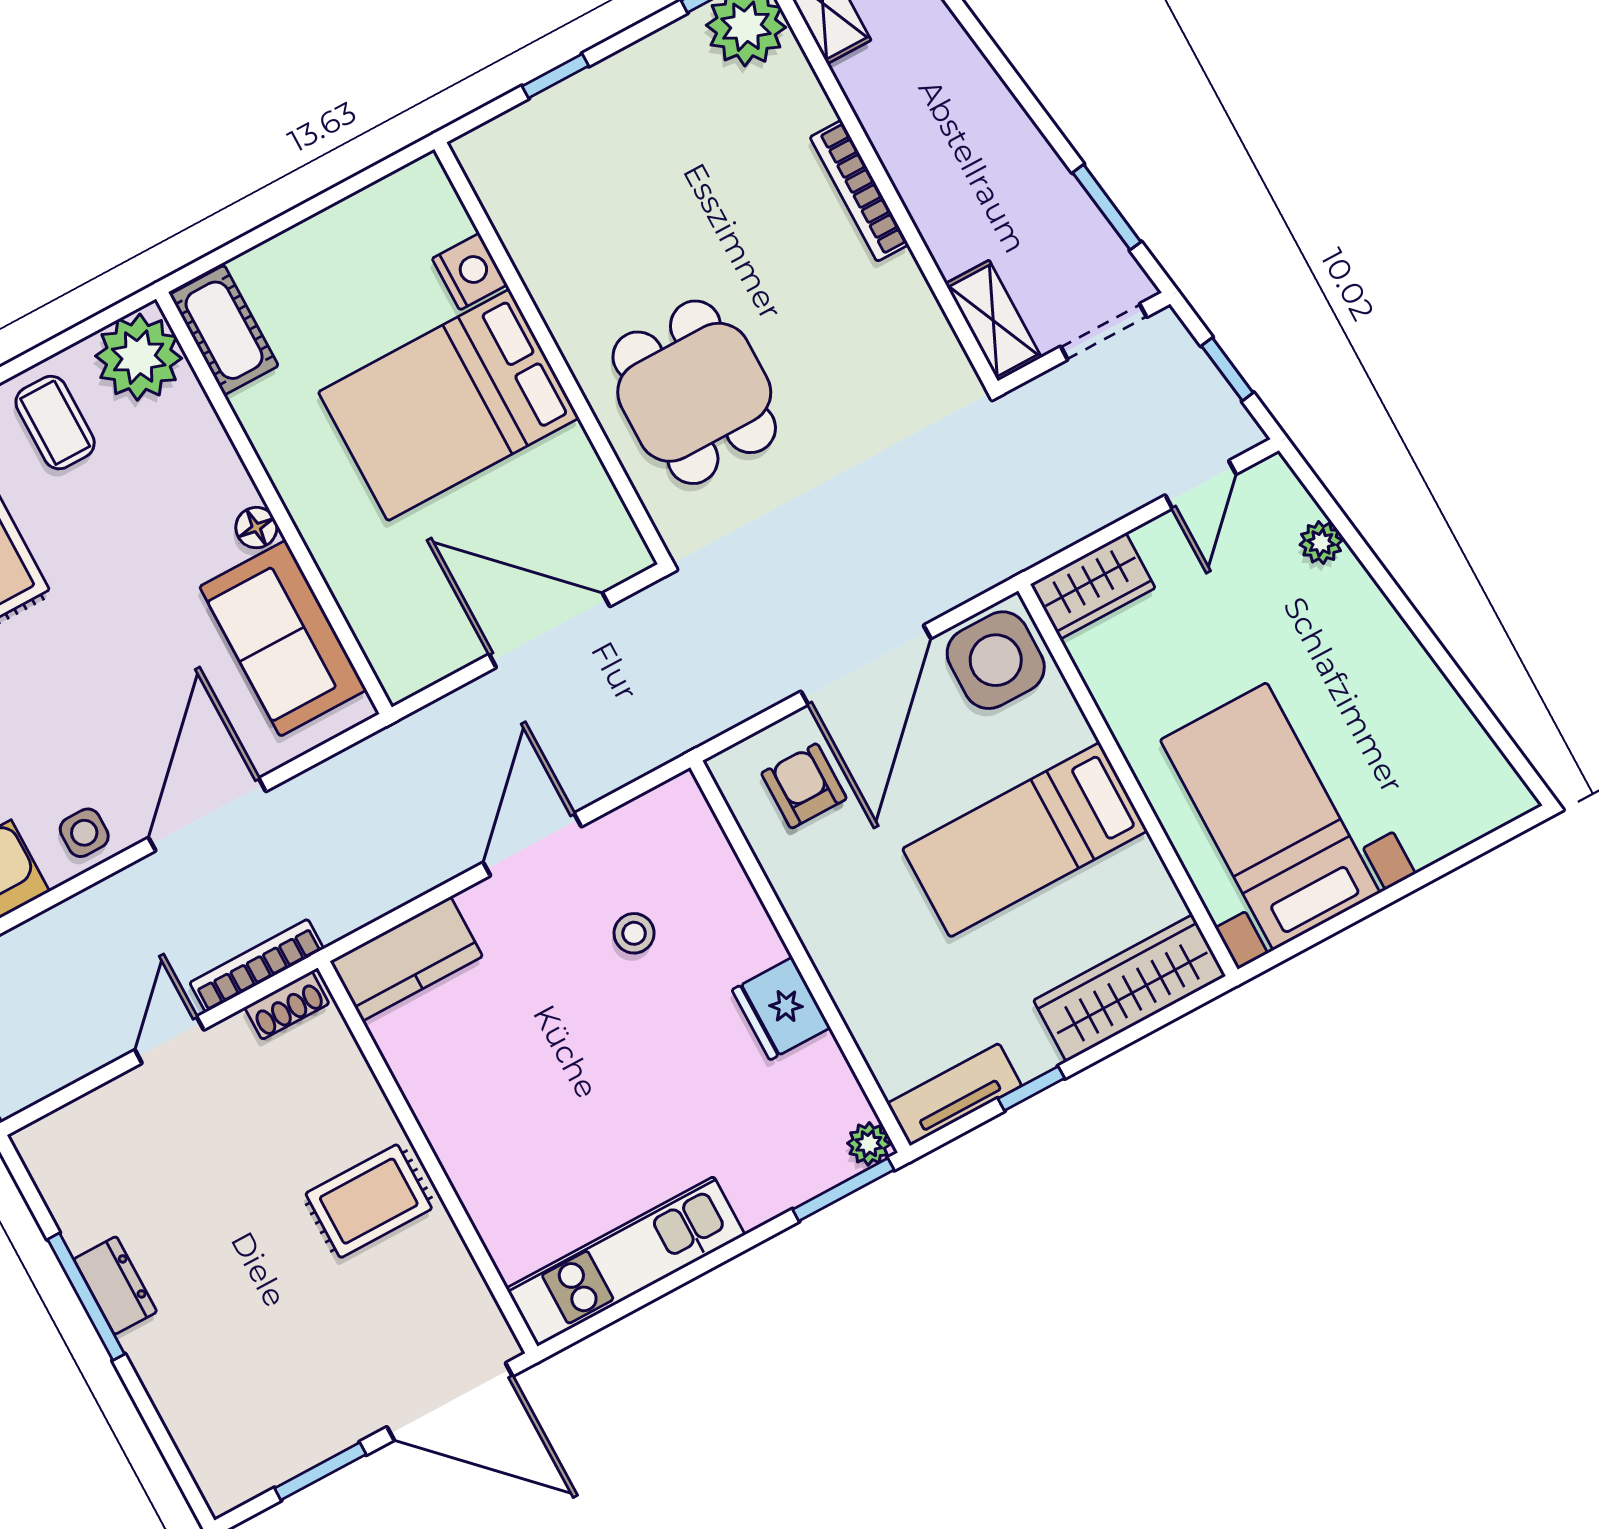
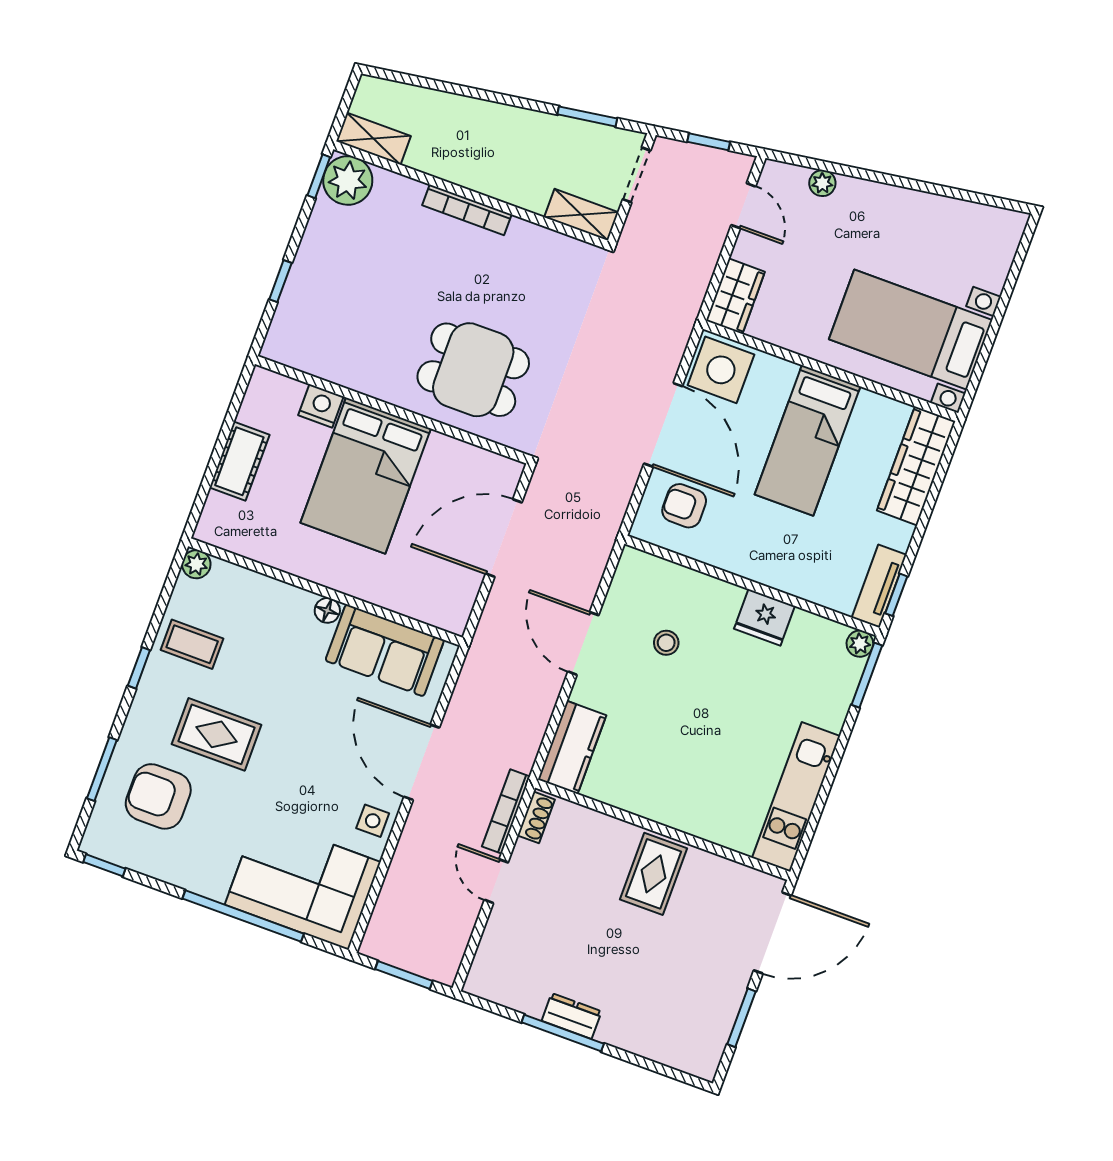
cot: (224, 330) -> (239, 461), moved, turned 90
plant: (139, 357) -> (196, 564), width x0.53, depth x0.53
window: (1031, 1088) -> (896, 595), moved

